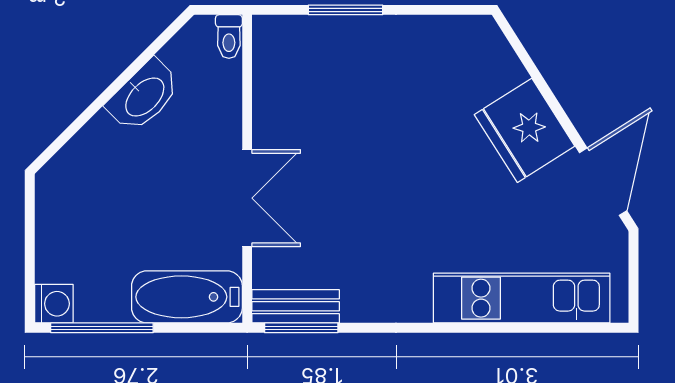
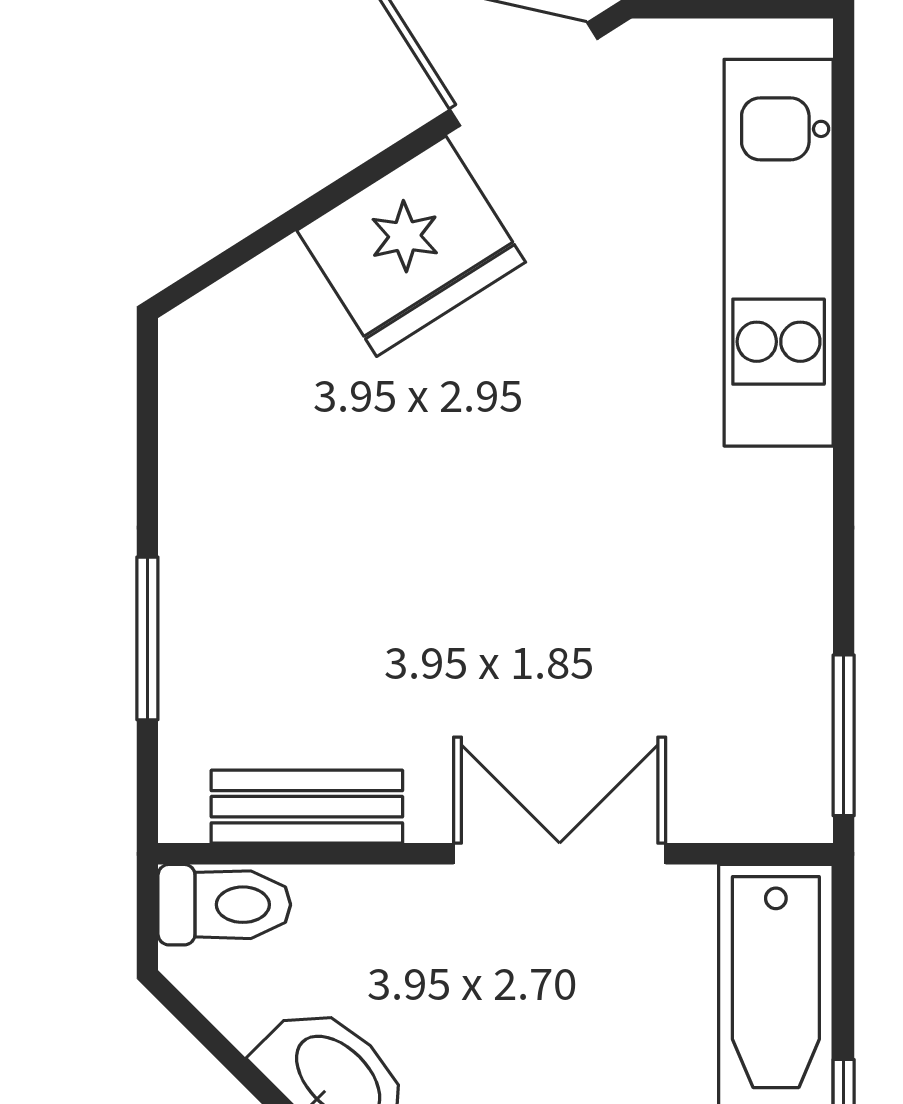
toilet: (229, 37) -> (224, 905), width x1.37, depth x1.39
bench: (296, 306) -> (307, 807), moved, turned 90

